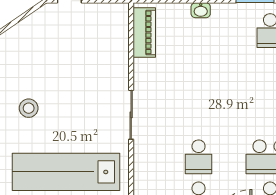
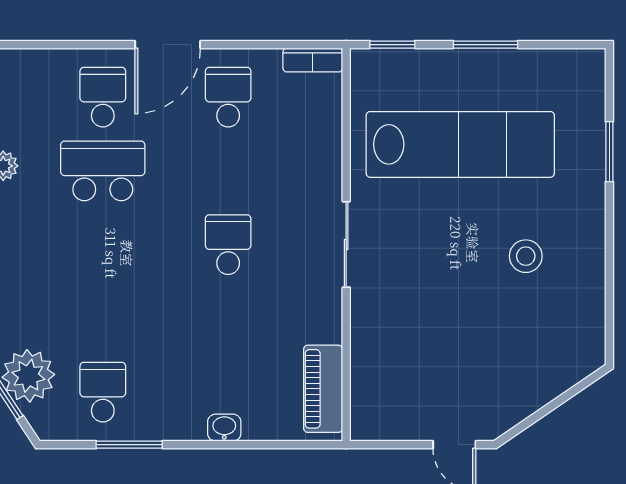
school desk: (199, 157) -> (228, 245), moved

